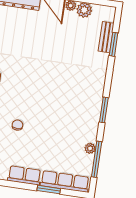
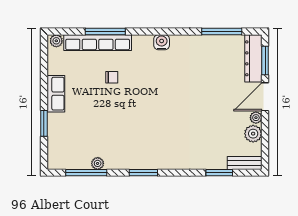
bench: (106, 37) -> (245, 163), moved
row of seats: (65, 181) -> (56, 140), removed

